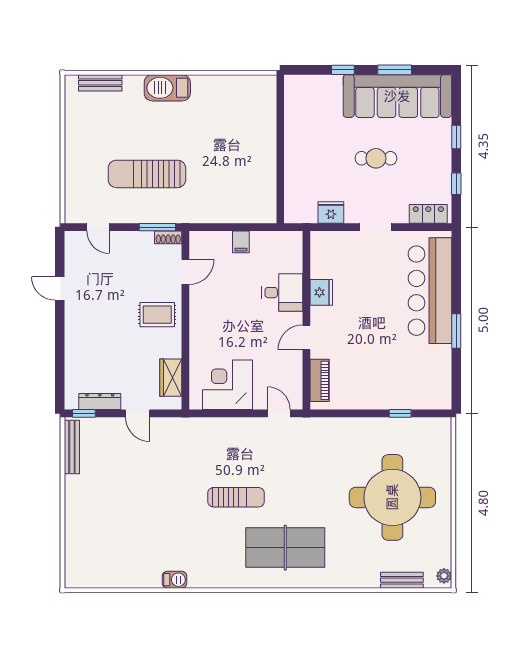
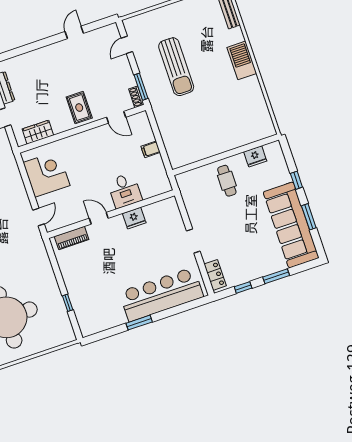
window: (456, 137) -> (276, 276), width x1.50
cafe table: (376, 158) -> (227, 181), moved
sun lounger: (147, 174) -> (176, 67), turned 180
fridge: (331, 212) -> (255, 156), moved, turned 90

